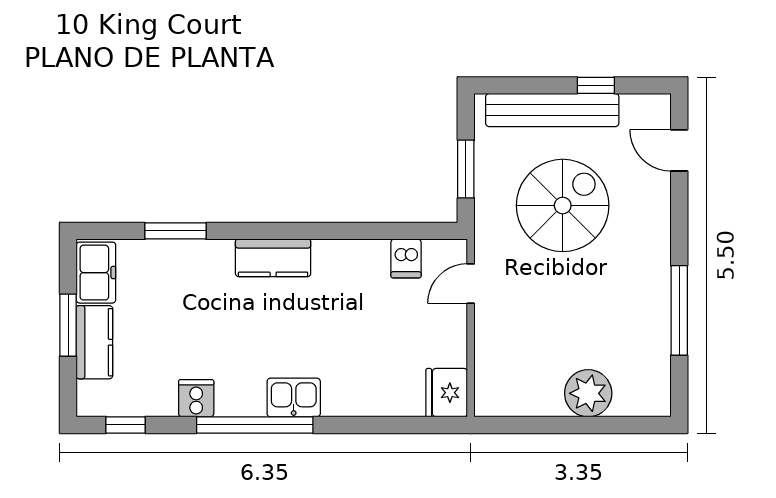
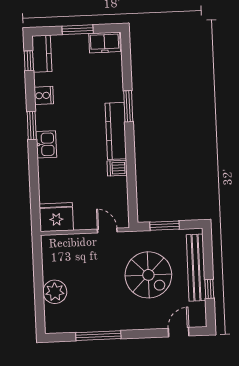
window: (175, 231) -> (128, 106), moved
kitchen counter: (273, 258) -> (116, 131), width x1.50
dishwasher: (406, 258) -> (117, 168), moved
kitchen counter: (94, 342) -> (42, 54), moved, turned -90
fridge: (447, 393) -> (56, 217), width x1.36, depth x1.34
window: (255, 425) -> (32, 125), width x0.47

